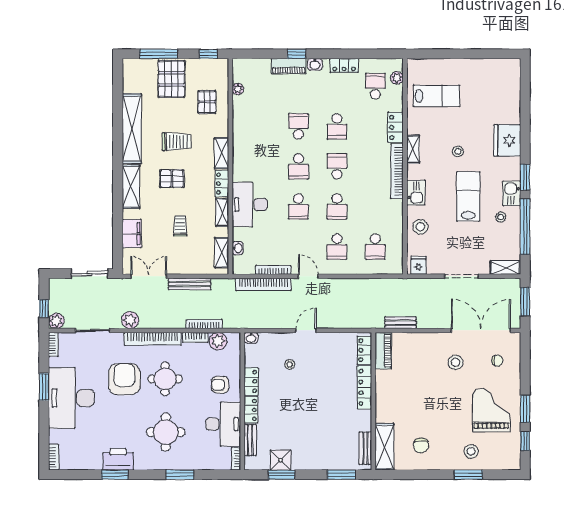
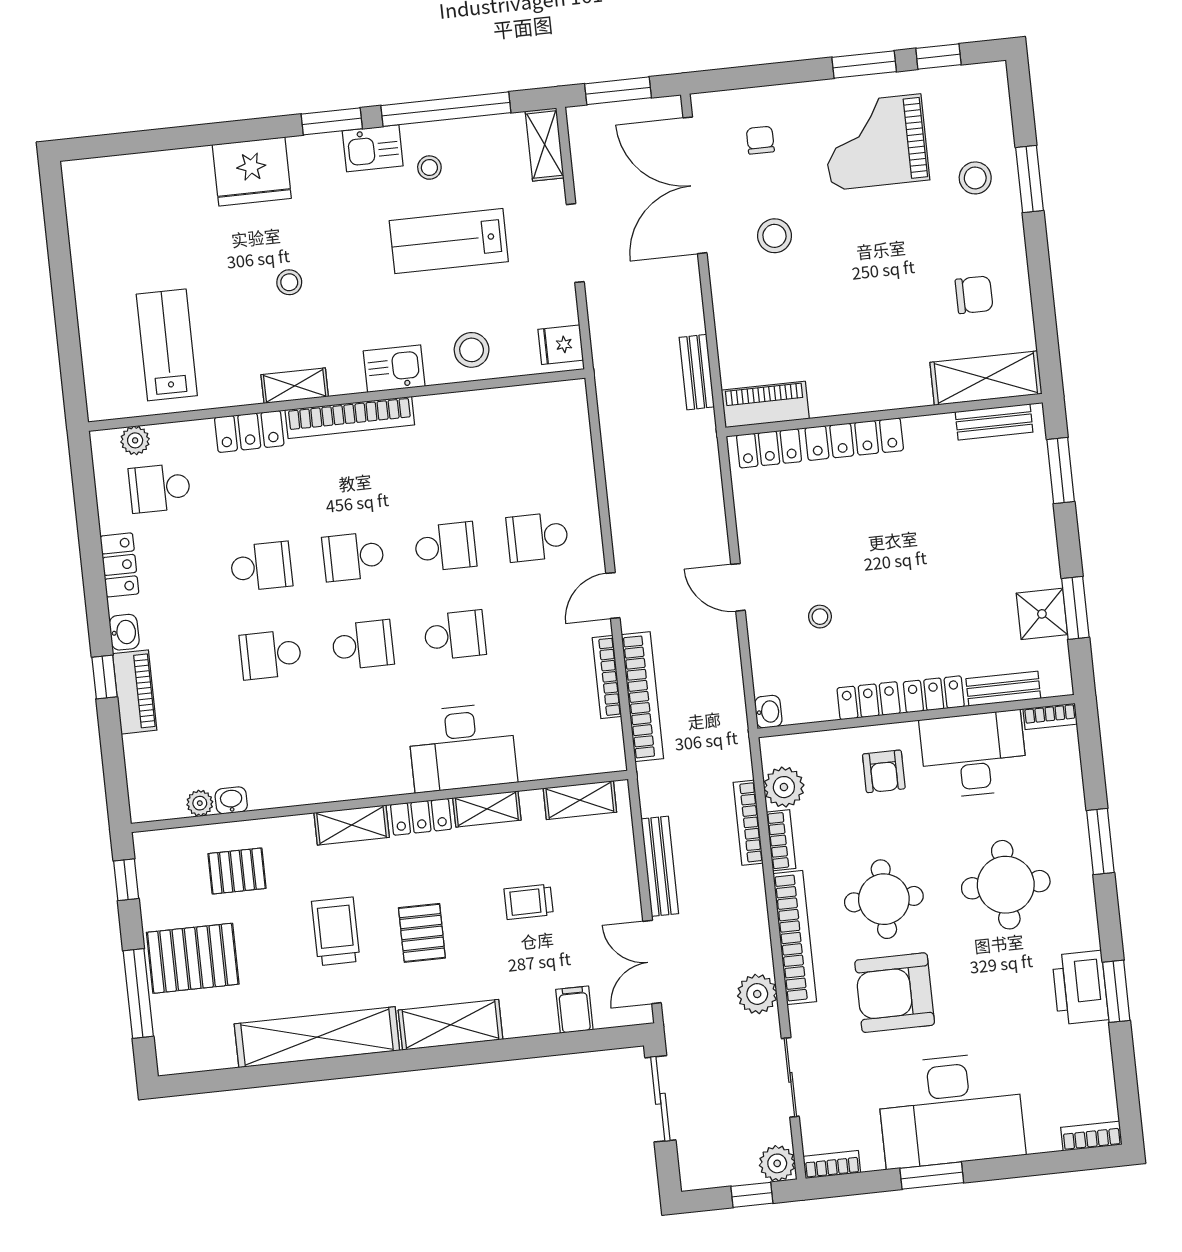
lab bench: (468, 196) -> (449, 241), moved
filing cabinet: (132, 234) -> (574, 1010), width x0.50
school desk: (337, 247) -> (537, 537), turned 180
school desk: (375, 247) -> (528, 449), removed
washbasin: (238, 248) -> (231, 800), moved

